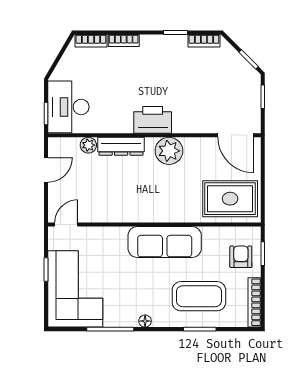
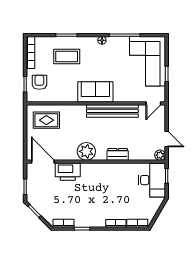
printer: (153, 120) -> (68, 172), moved
plant: (88, 145) -> (160, 155), moved
dresser: (121, 146) -> (118, 154), width x0.70
door: (46, 170) -> (167, 139), swing flipped
rug: (230, 199) -> (46, 120), width x0.73, depth x0.70
bench: (129, 213) -> (112, 111), added
sofa: (165, 242) -> (95, 92), width x0.73
armchair: (241, 257) -> (39, 82), turned 180
coffee table: (199, 296) -> (67, 57), width x0.73, depth x0.76

